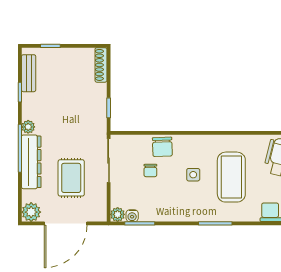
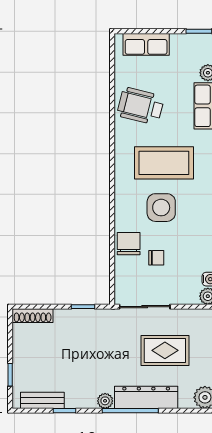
chair: (162, 147) -> (129, 244), turned -88
side table: (193, 175) -> (161, 208), width x1.87, depth x1.87

